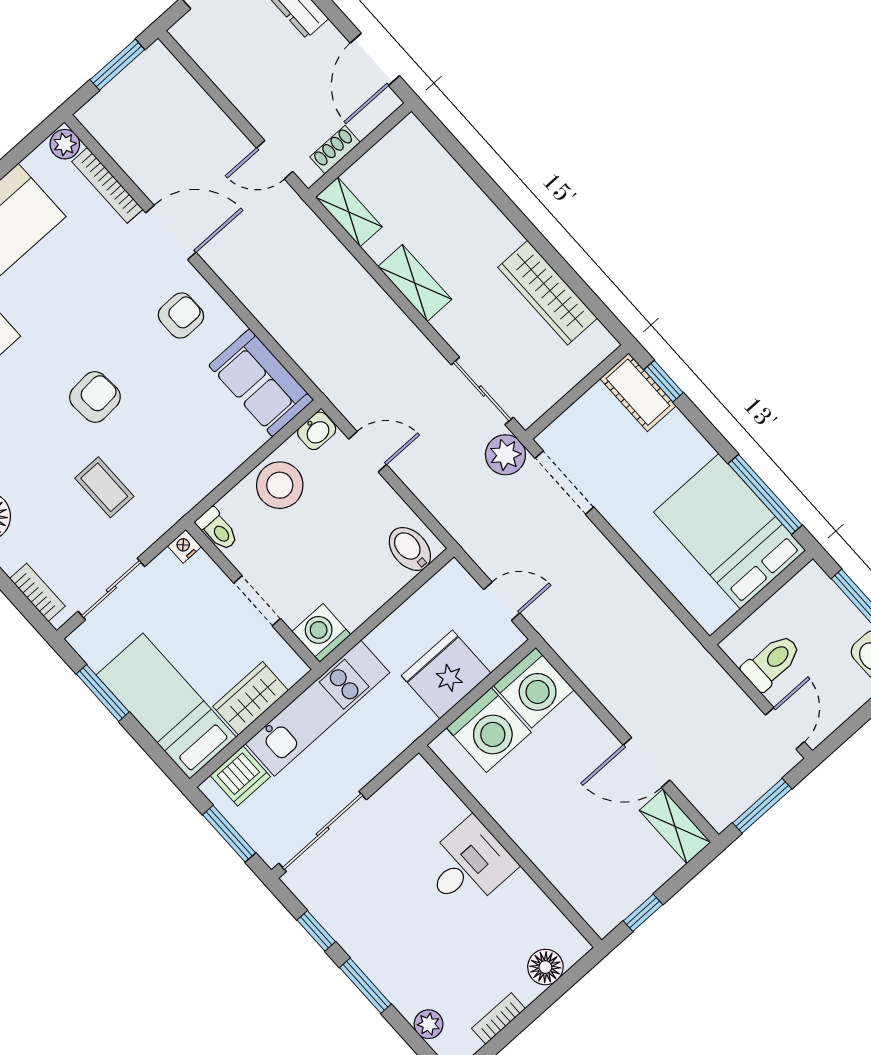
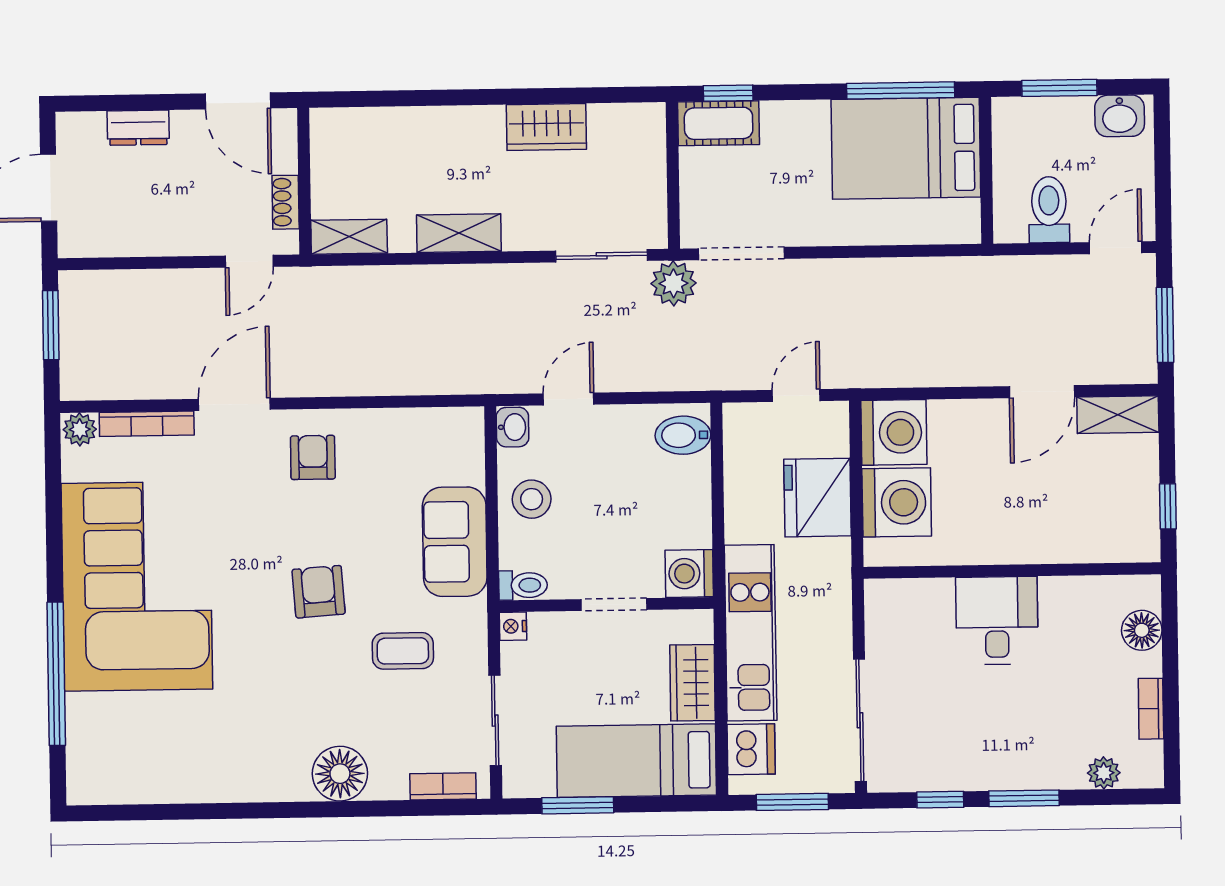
wardrobe: (548, 293) -> (546, 127), width x0.67
sofa: (261, 383) -> (455, 542), moved, turned 90
stool: (280, 485) -> (532, 499), width x0.73, depth x0.73
door: (785, 728) -> (1116, 248), hinge flipped

